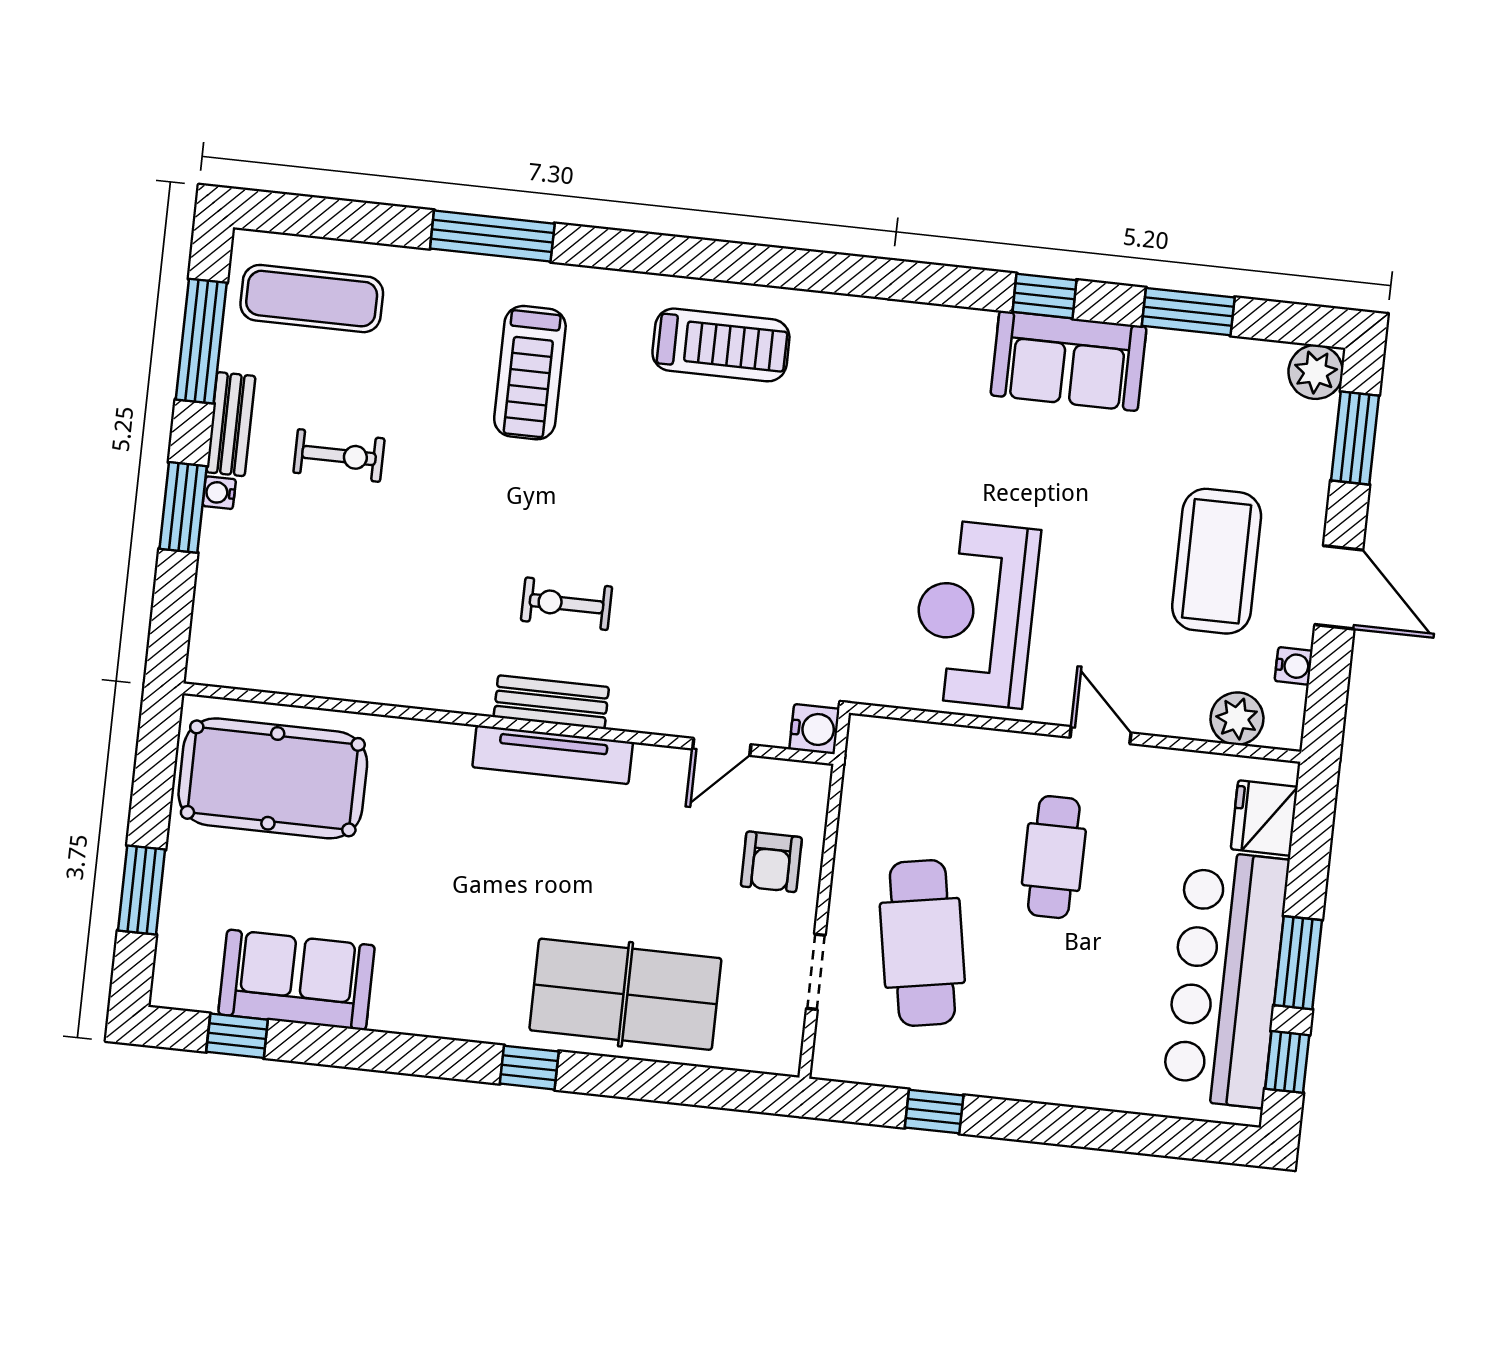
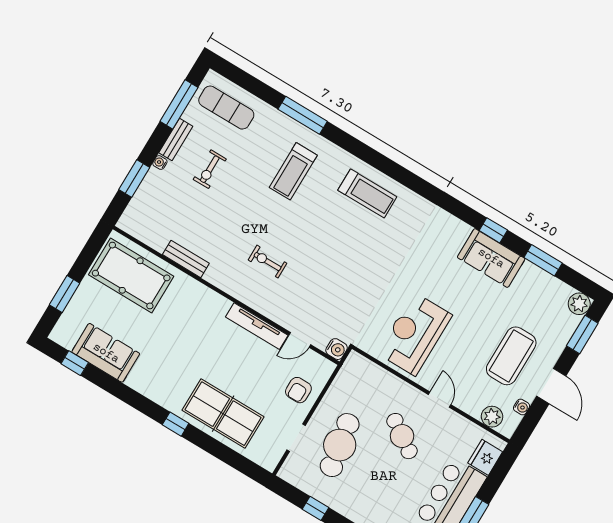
exercise bike: (339, 456) -> (210, 169), turned 90
window: (183, 507) -> (134, 179), moved
bench: (551, 702) -> (186, 259), moved
tv unit: (553, 755) -> (257, 326), moved
cafe table: (1054, 857) -> (402, 436), turned -56

